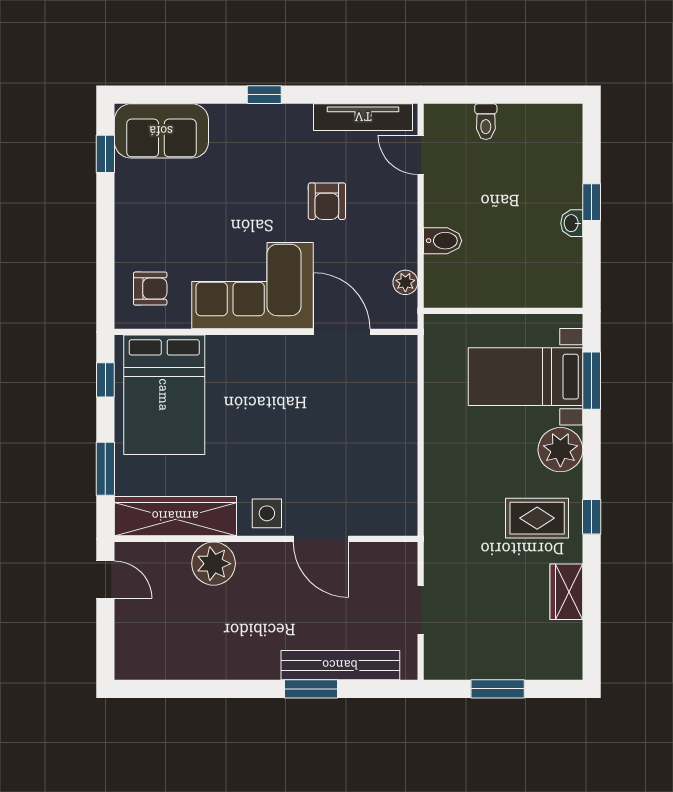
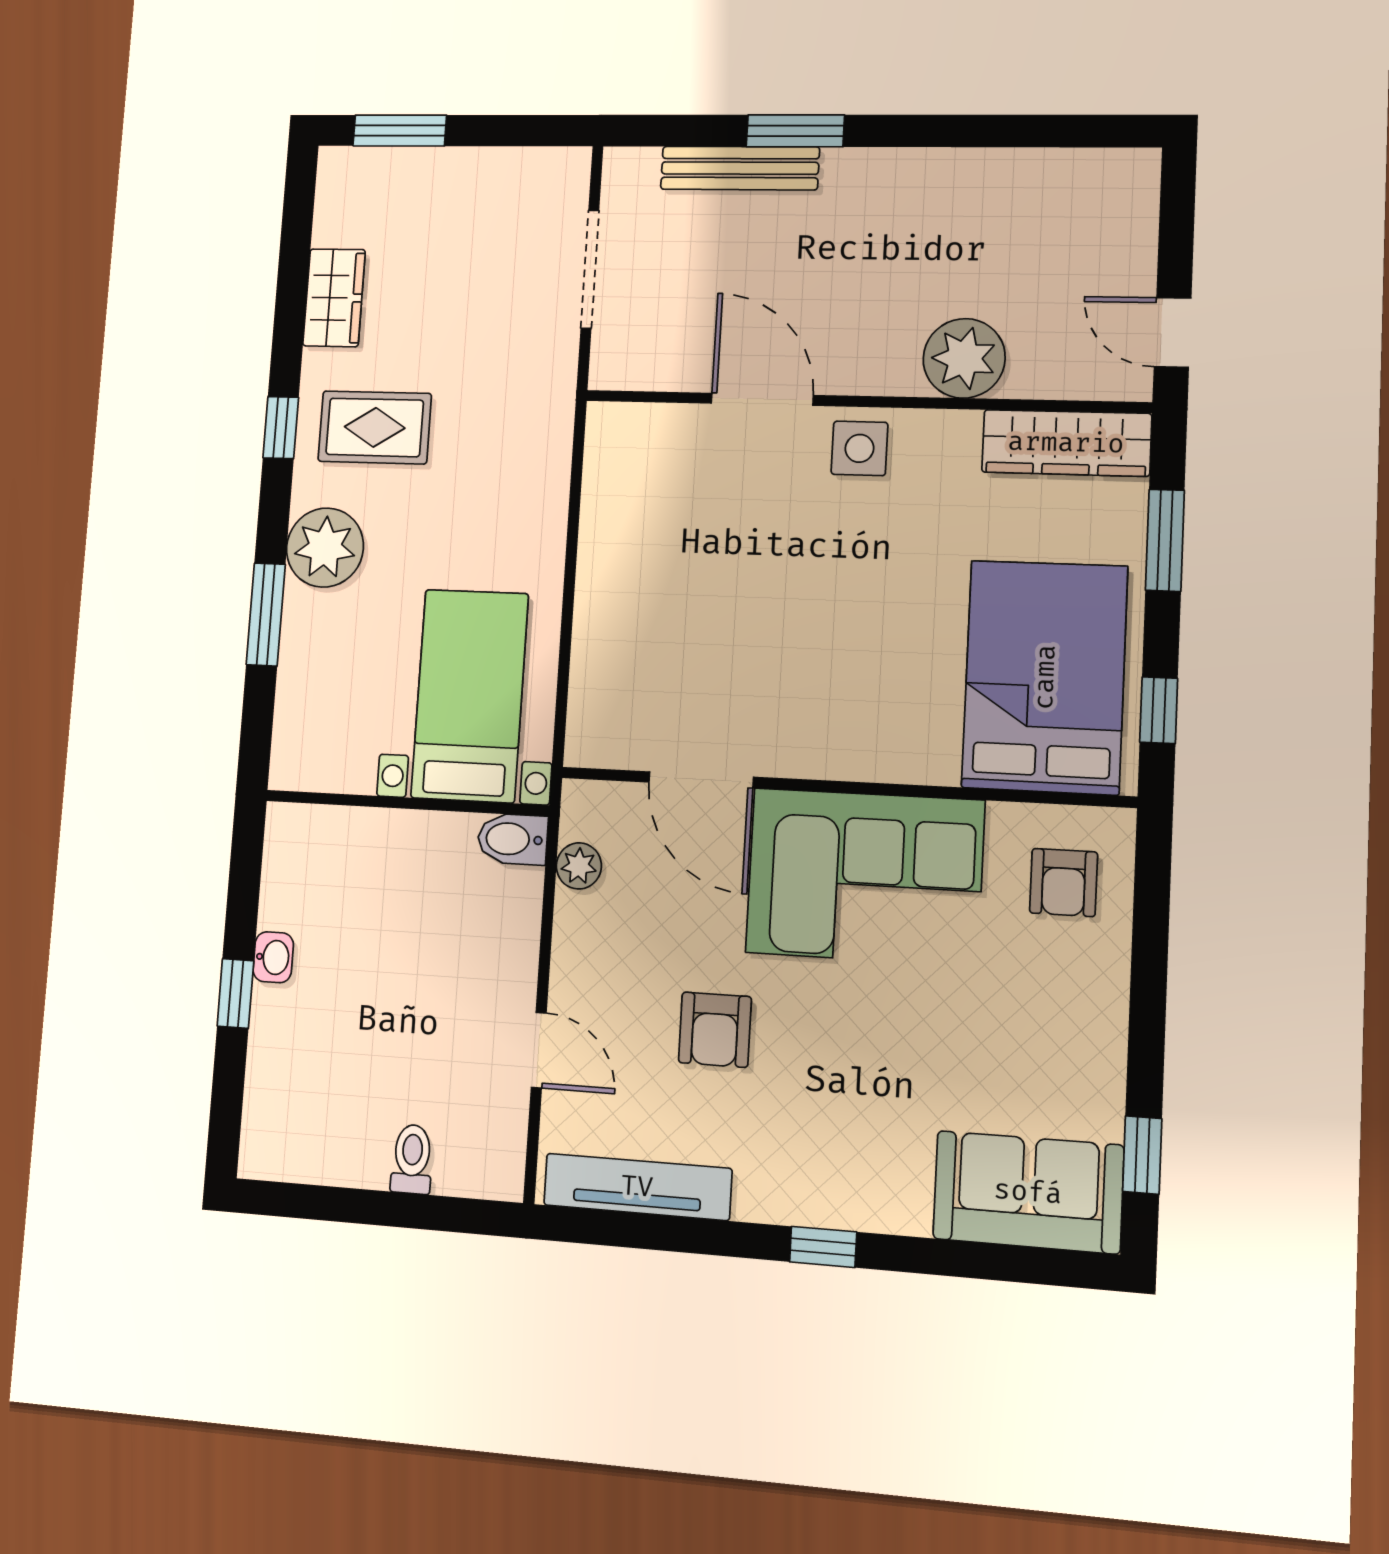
door: (421, 155) -> (539, 1050), moved
armchair: (327, 201) -> (715, 1030), turned 180
bidet: (443, 241) -> (513, 839), moved
armchair: (150, 289) -> (1064, 883), turned -90
bed with nightstands: (525, 377) -> (470, 696), moved, turned -90
window: (592, 381) -> (266, 614), moved
wardrobe: (175, 516) -> (1066, 443), width x0.71, depth x0.85
doorway: (421, 610) -> (590, 269), width x1.38
bench: (340, 665) -> (740, 168), width x0.73, depth x0.82
window: (498, 689) -> (400, 130), moved

